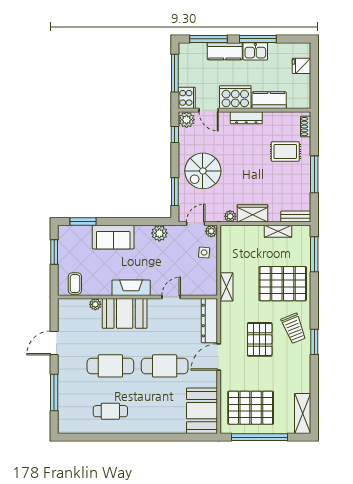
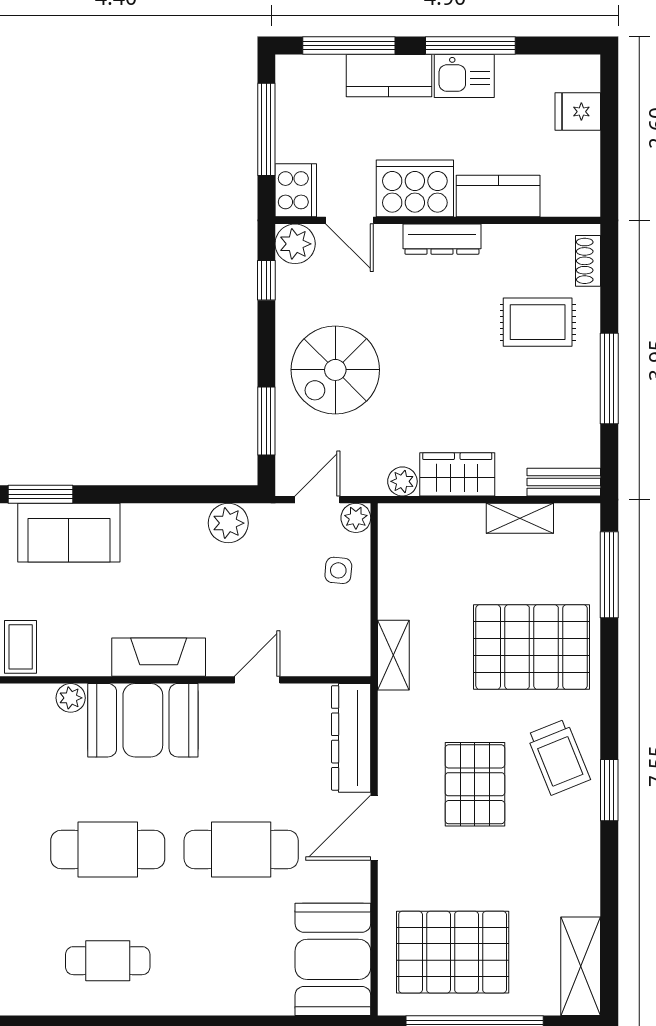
sofa: (113, 237) -> (69, 533), moved

